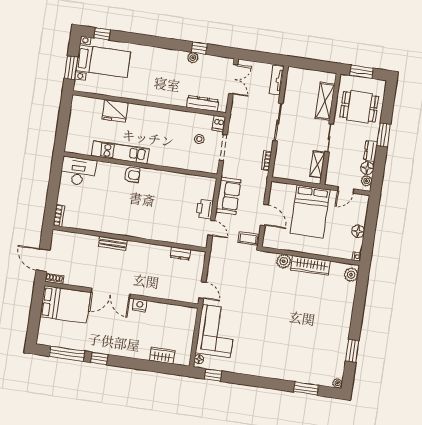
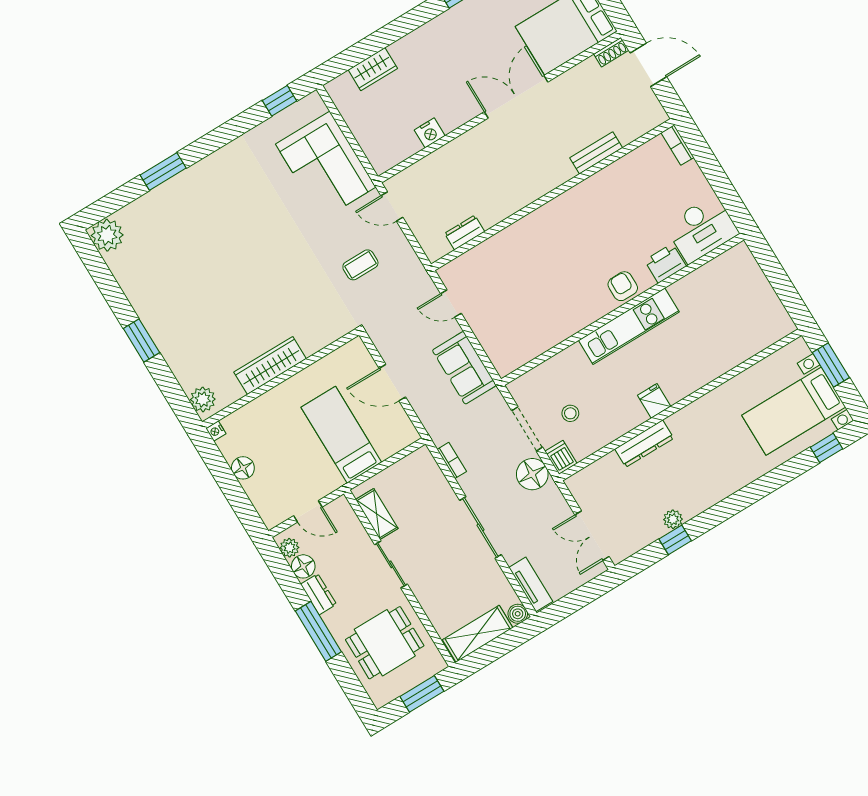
boiler: (292, 72) -> (518, 614), added
shelving: (325, 101) -> (478, 634), moved, turned 90
dresser: (203, 104) -> (644, 444), moved
fridge: (115, 111) -> (654, 401), moved, width x0.53, depth x0.75
window: (384, 135) -> (318, 631), width x1.44
kitchen unit: (120, 152) -> (629, 326), moved
armchair: (132, 175) -> (623, 286), turned 90
door: (346, 190) -> (308, 511), swing flipped
printer: (205, 209) -> (665, 263), moved, turned -90
bed: (310, 211) -> (341, 435), width x0.67
coffee table: (248, 238) -> (360, 265), moved
bench: (113, 243) -> (596, 153), moved
plant: (284, 261) -> (312, 340), removed
nightstand: (140, 305) -> (430, 133), moved
window: (352, 351) -> (141, 340), moved
floor lamp: (199, 359) -> (532, 474), moved, width x1.89, depth x1.89
plant: (338, 383) -> (107, 235), width x1.88, depth x1.88
window: (306, 389) -> (163, 172), moved

